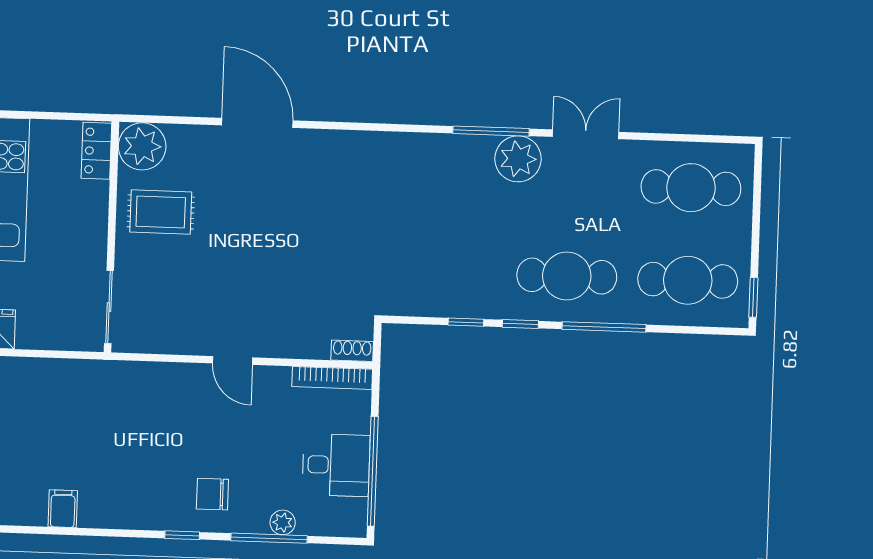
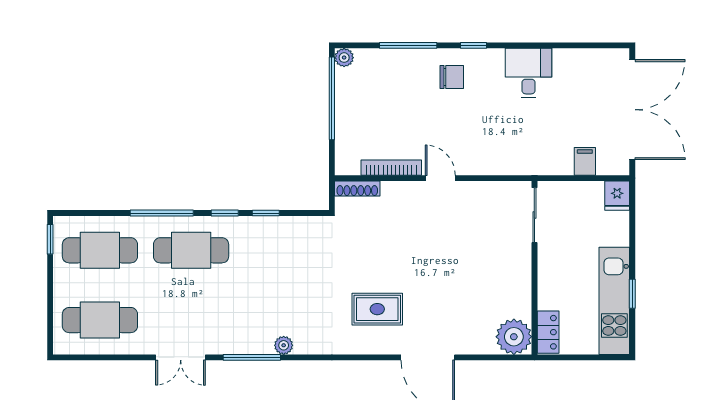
plant: (518, 159) -> (284, 345), moved, width x0.53, depth x0.53
rug: (161, 212) -> (377, 309), moved
shoe rack: (352, 351) -> (357, 189), width x1.43
bookcase: (332, 378) -> (391, 168), moved
desk: (336, 465) -> (529, 73), moved, turned 90
filing cabinet: (63, 509) -> (585, 161), moved, turned 180
plant: (283, 522) -> (344, 58), moved

